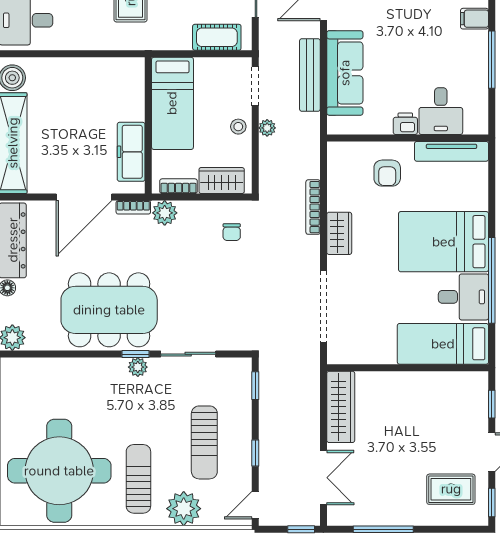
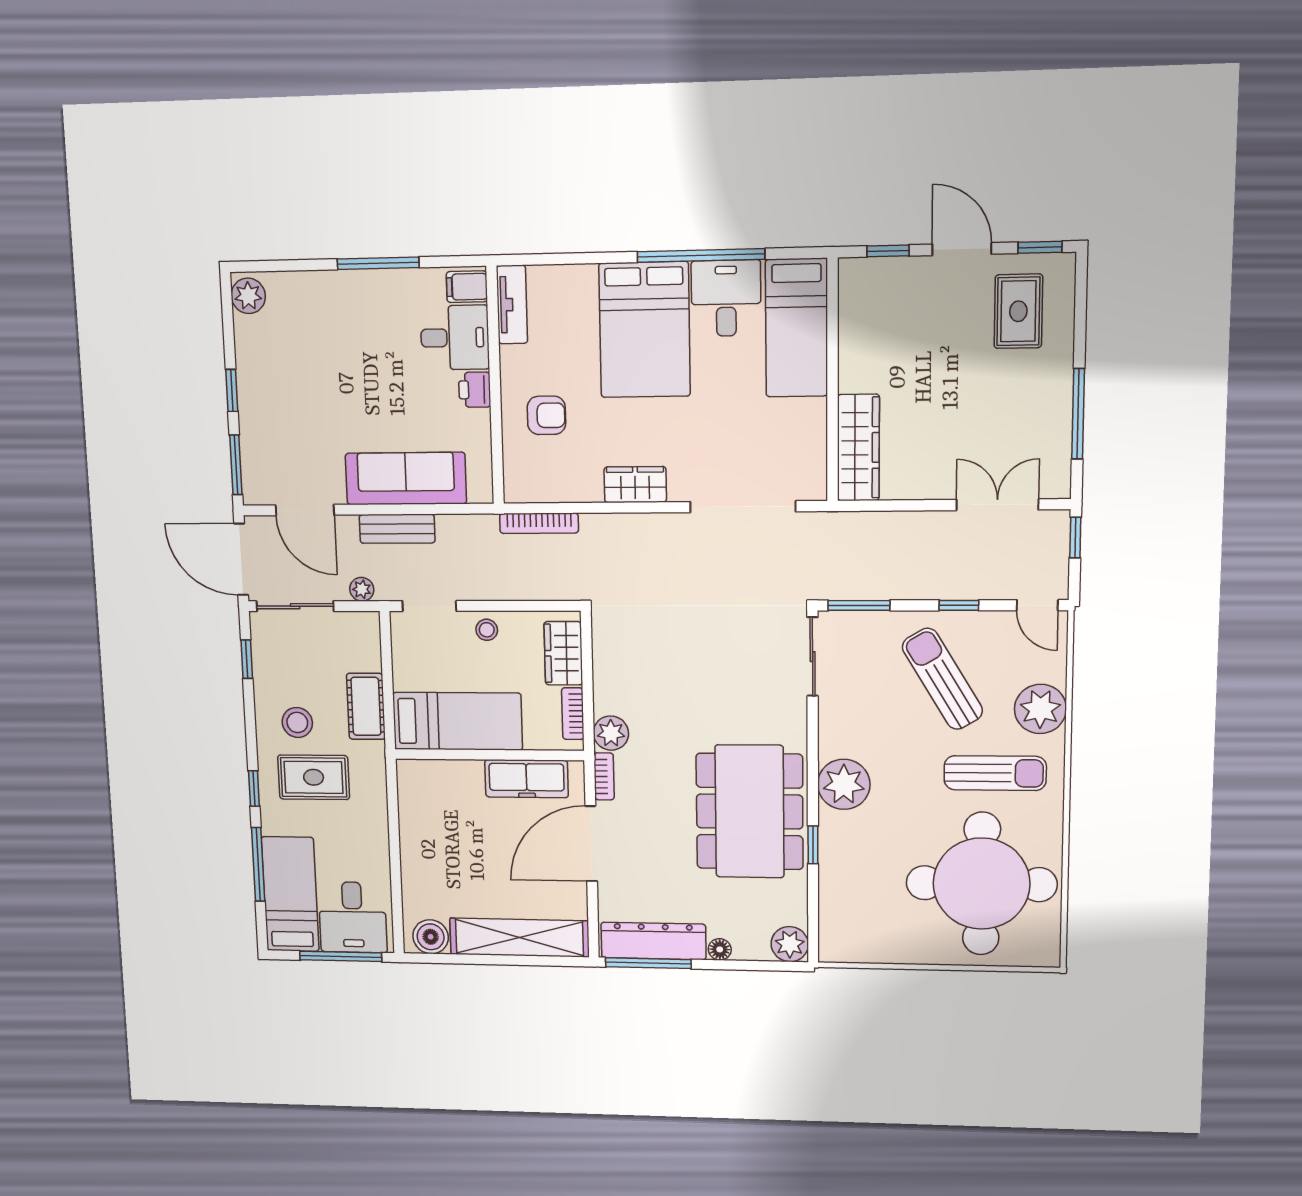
filing cabinet: (474, 19) -> (467, 287), moved, turned 90
cot: (217, 37) -> (366, 706), moved
bench: (310, 75) -> (397, 529), width x0.73
plant: (267, 128) -> (362, 589), moved
tv unit: (451, 151) -> (512, 305), width x0.71
door: (84, 197) -> (591, 844), swing flipped
bookcase: (313, 207) -> (539, 523), moved
chair: (232, 232) -> (636, 639), removed
window: (136, 354) -> (813, 845), moved
sliding door: (188, 354) -> (813, 657), moved
plant: (138, 367) -> (844, 784), width x1.88, depth x1.88
window: (255, 386) -> (859, 605), width x1.50
wardrobe: (341, 407) -> (858, 448), moved, turned 90
sun lounger: (204, 442) -> (942, 679), turned -121
sun lounger: (138, 479) -> (995, 773), turned 180

